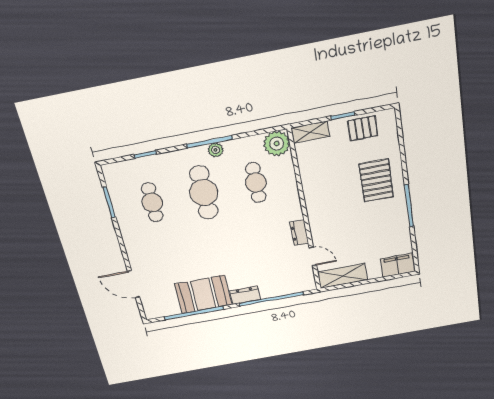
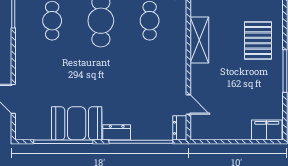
dresser: (299, 233) -> (180, 128), moved
shelving: (342, 276) -> (199, 40), moved, turned 90

